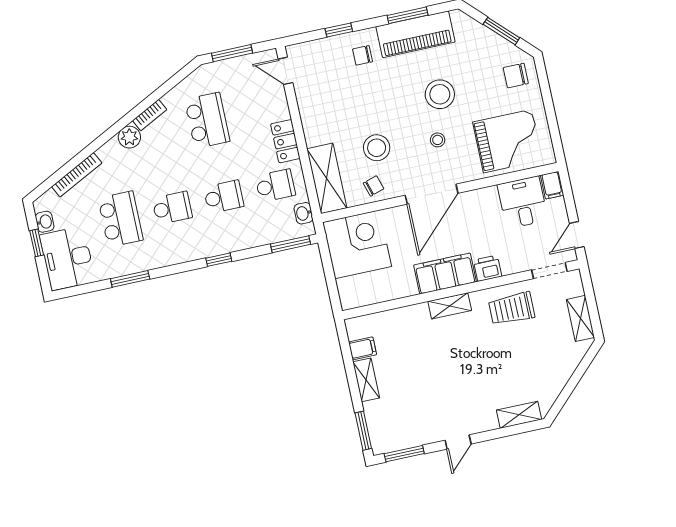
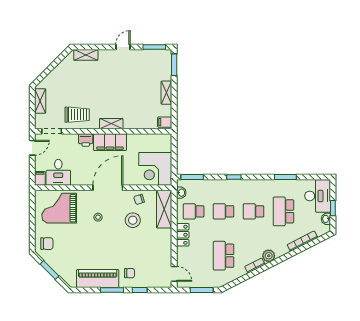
window: (408, 15) -> (112, 290), moved
stool: (440, 94) -> (91, 242), removed
filing cabinet: (363, 348) -> (165, 122), moved

